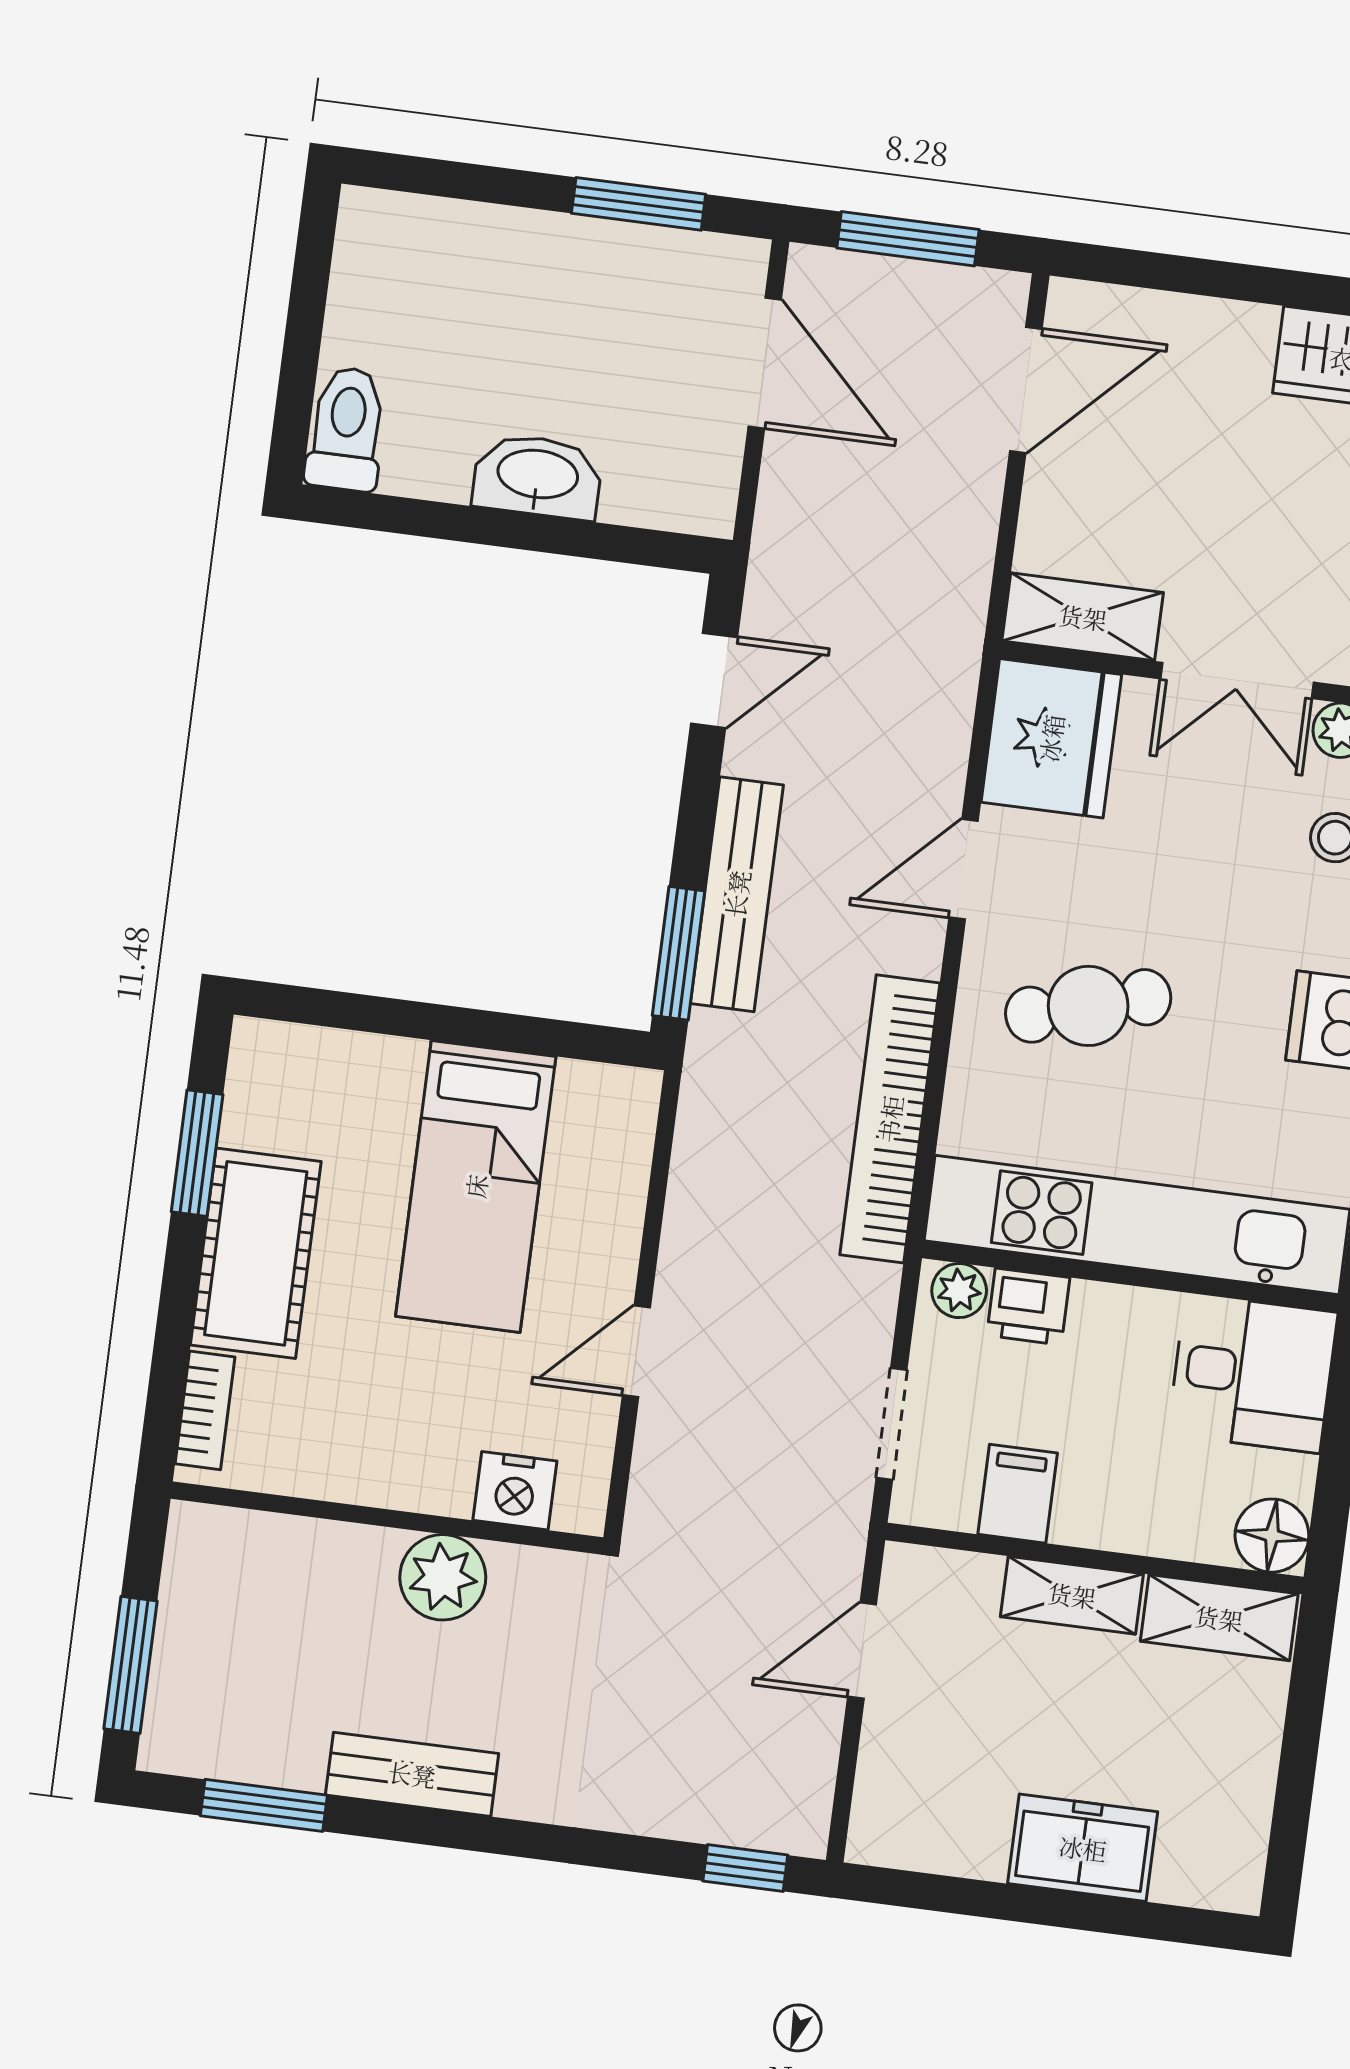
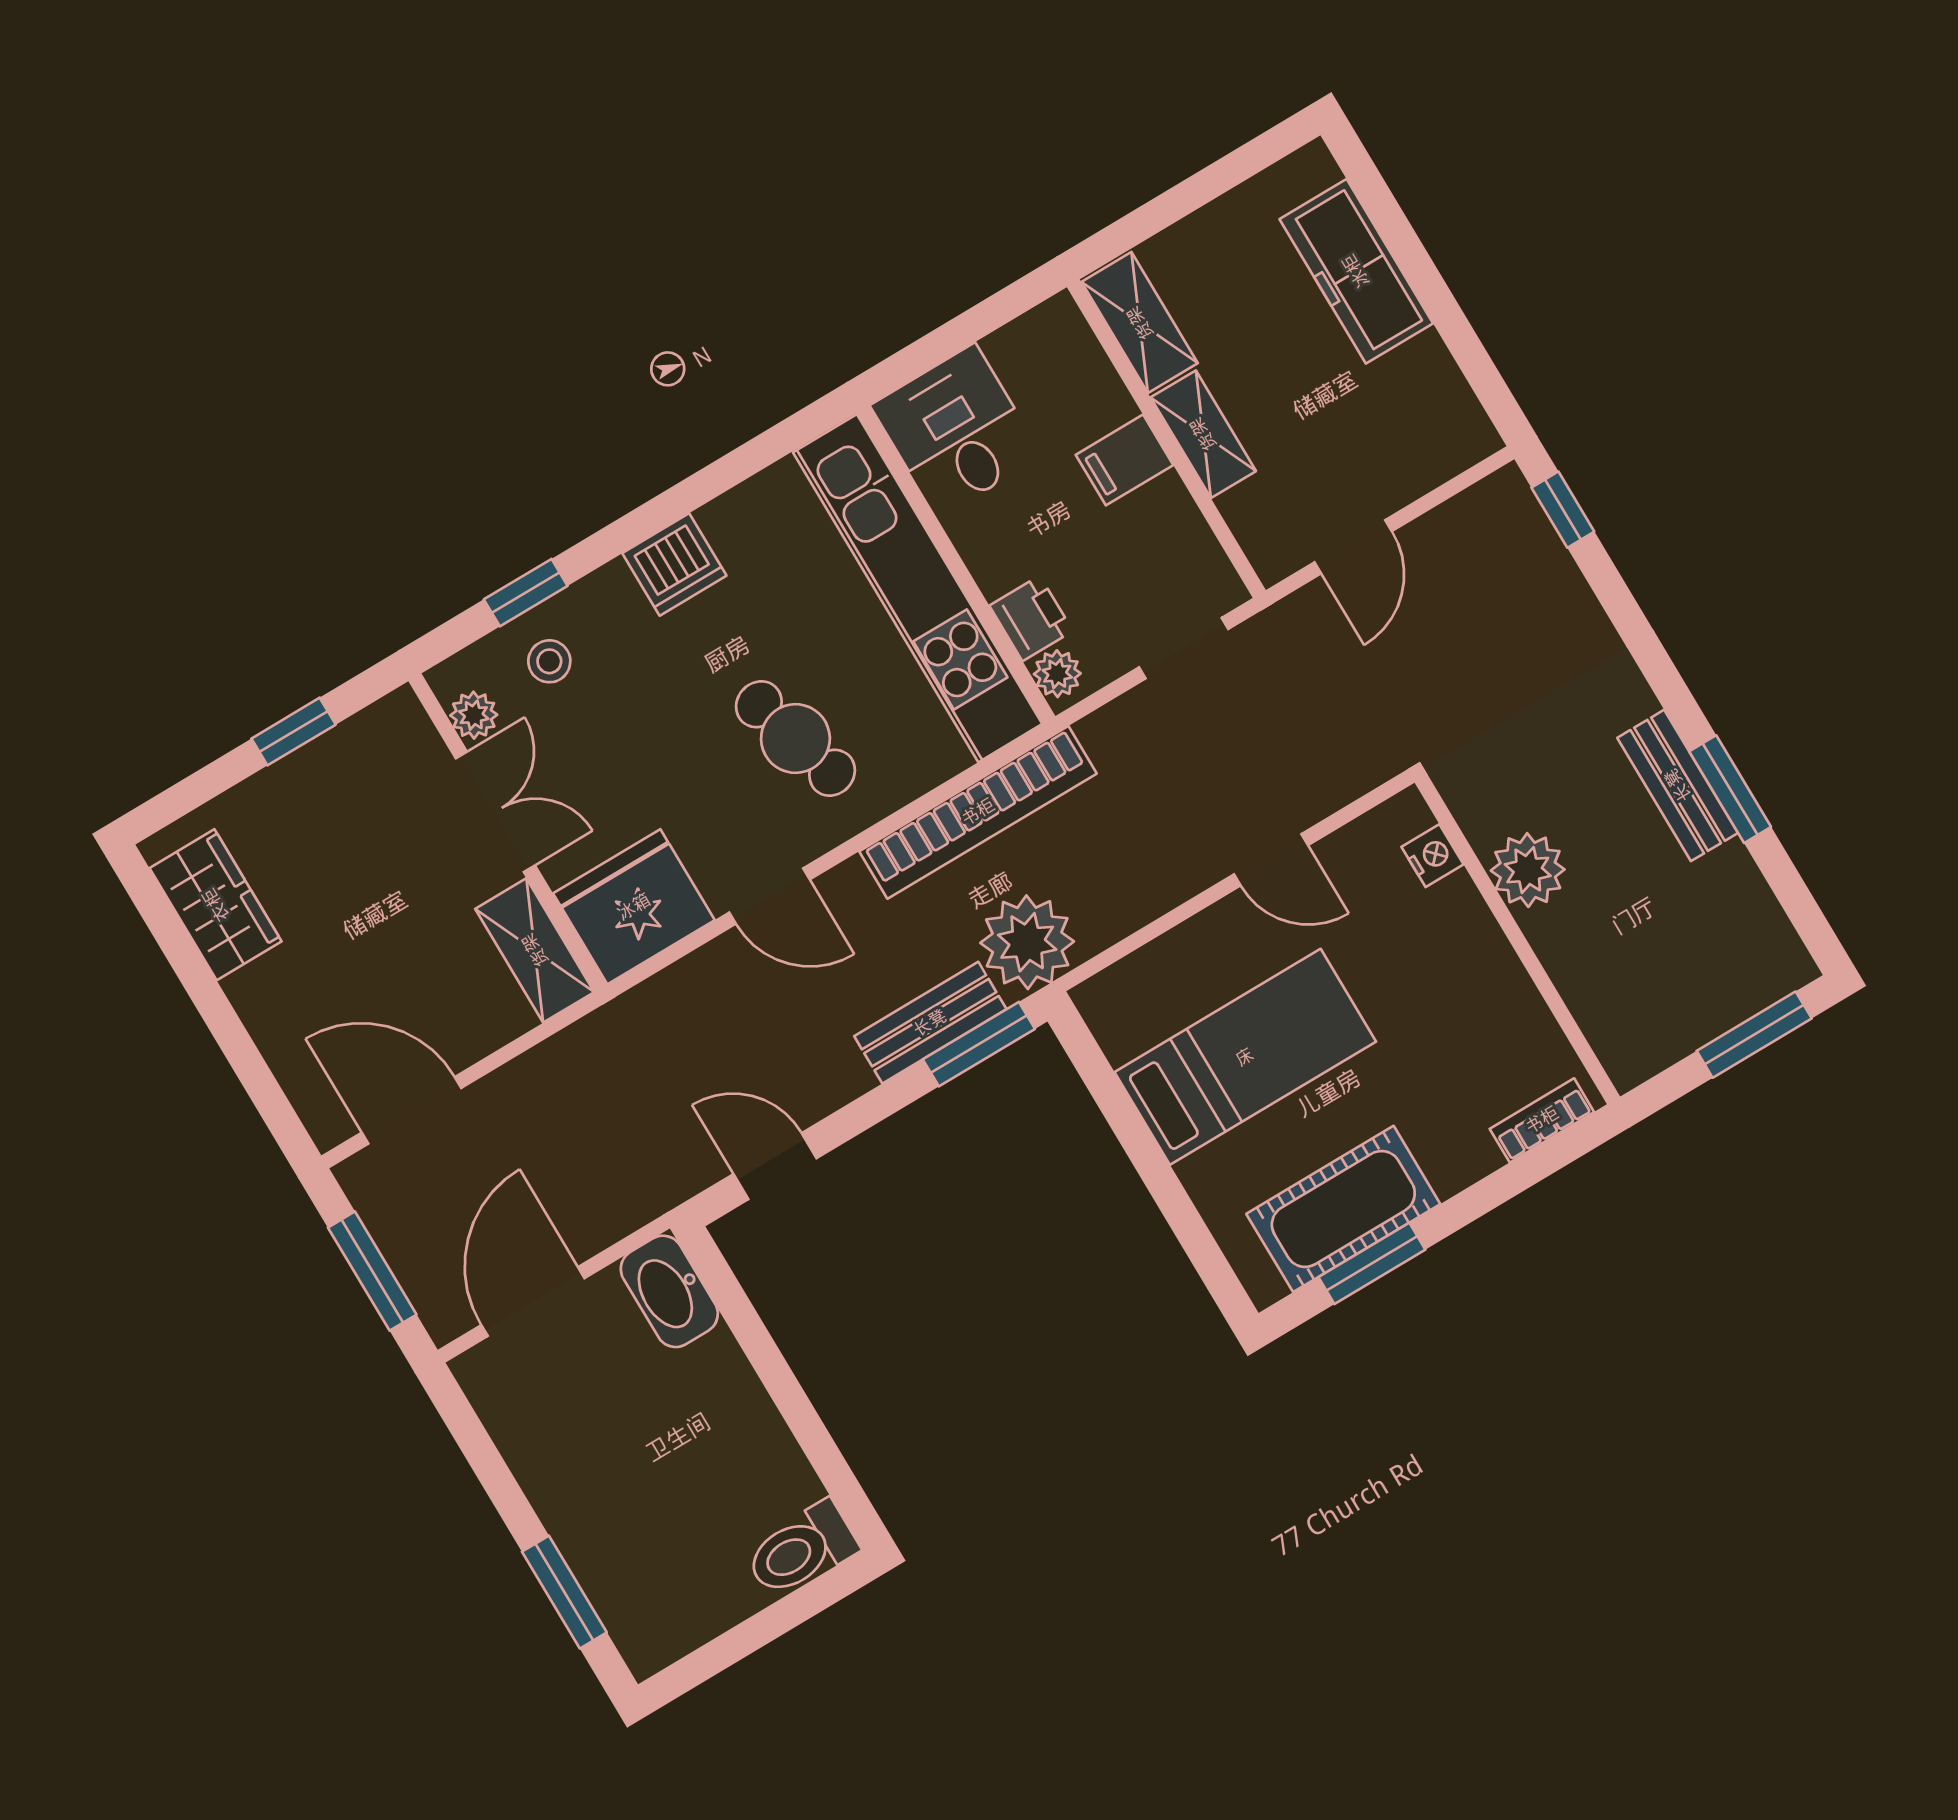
window: (639, 204) -> (564, 1592), moved
washbasin: (537, 476) -> (669, 1291), moved
bench: (737, 894) -> (930, 1023), width x0.73
plant: (737, 1070) -> (1027, 942), added
cot: (256, 1253) -> (1343, 1209), moved
nightstand: (515, 1491) -> (1433, 856), width x0.72, depth x0.74
filing cabinet: (1018, 1494) -> (1124, 460), moved
floor lamp: (1272, 1536) -> (1056, 331), removed
door: (862, 1651) -> (1353, 547), hinge flipped
window: (264, 1805) -> (1730, 789), moved
freezer: (1083, 1848) -> (1356, 271), width x1.40

